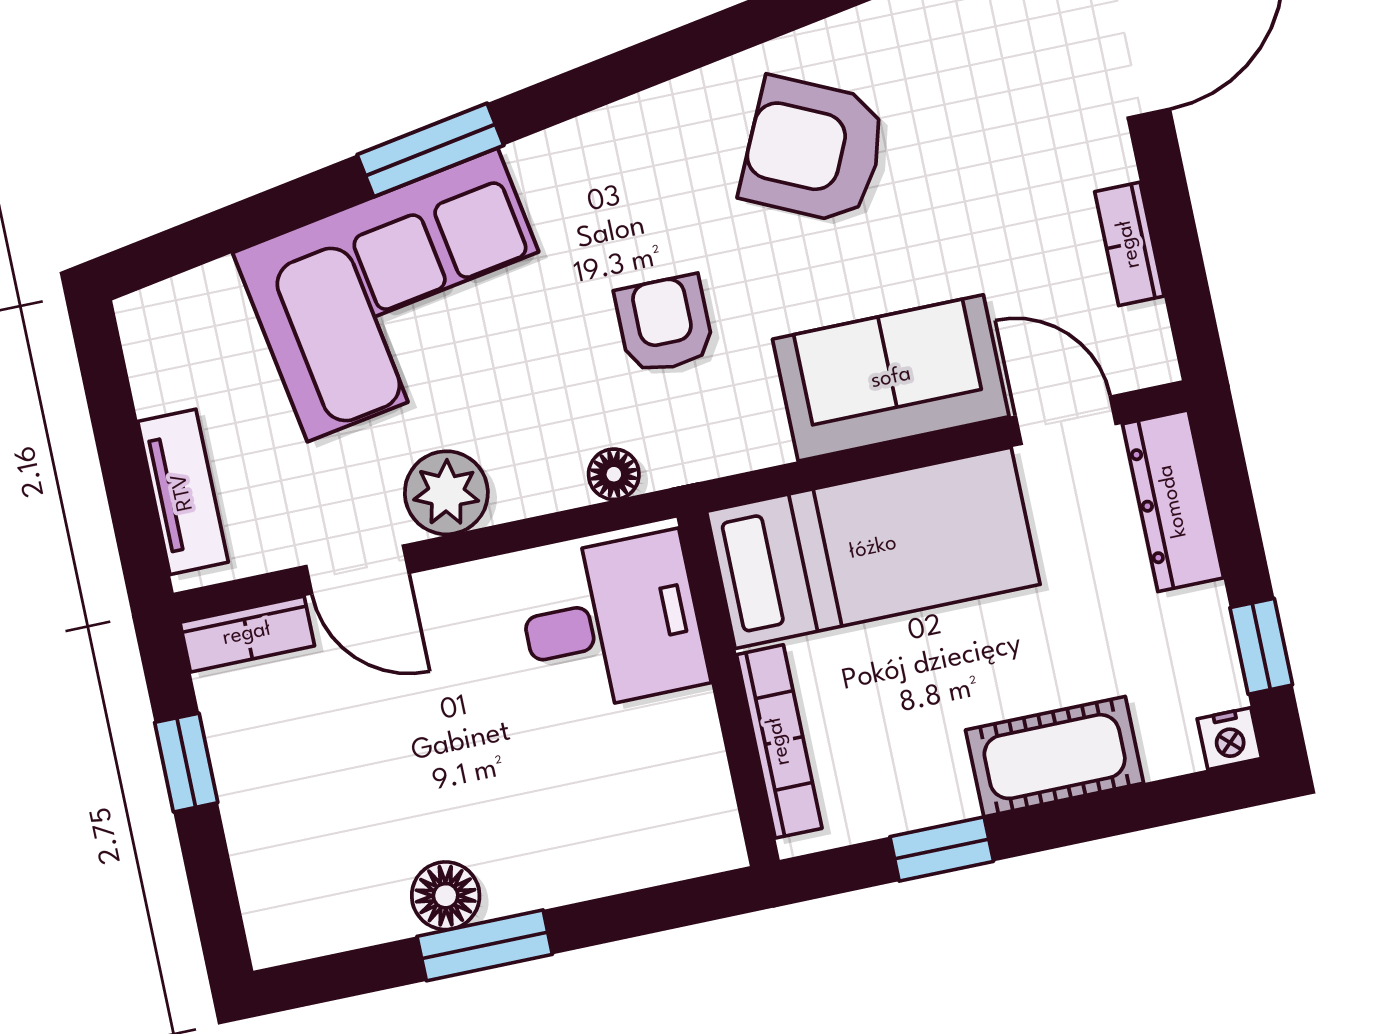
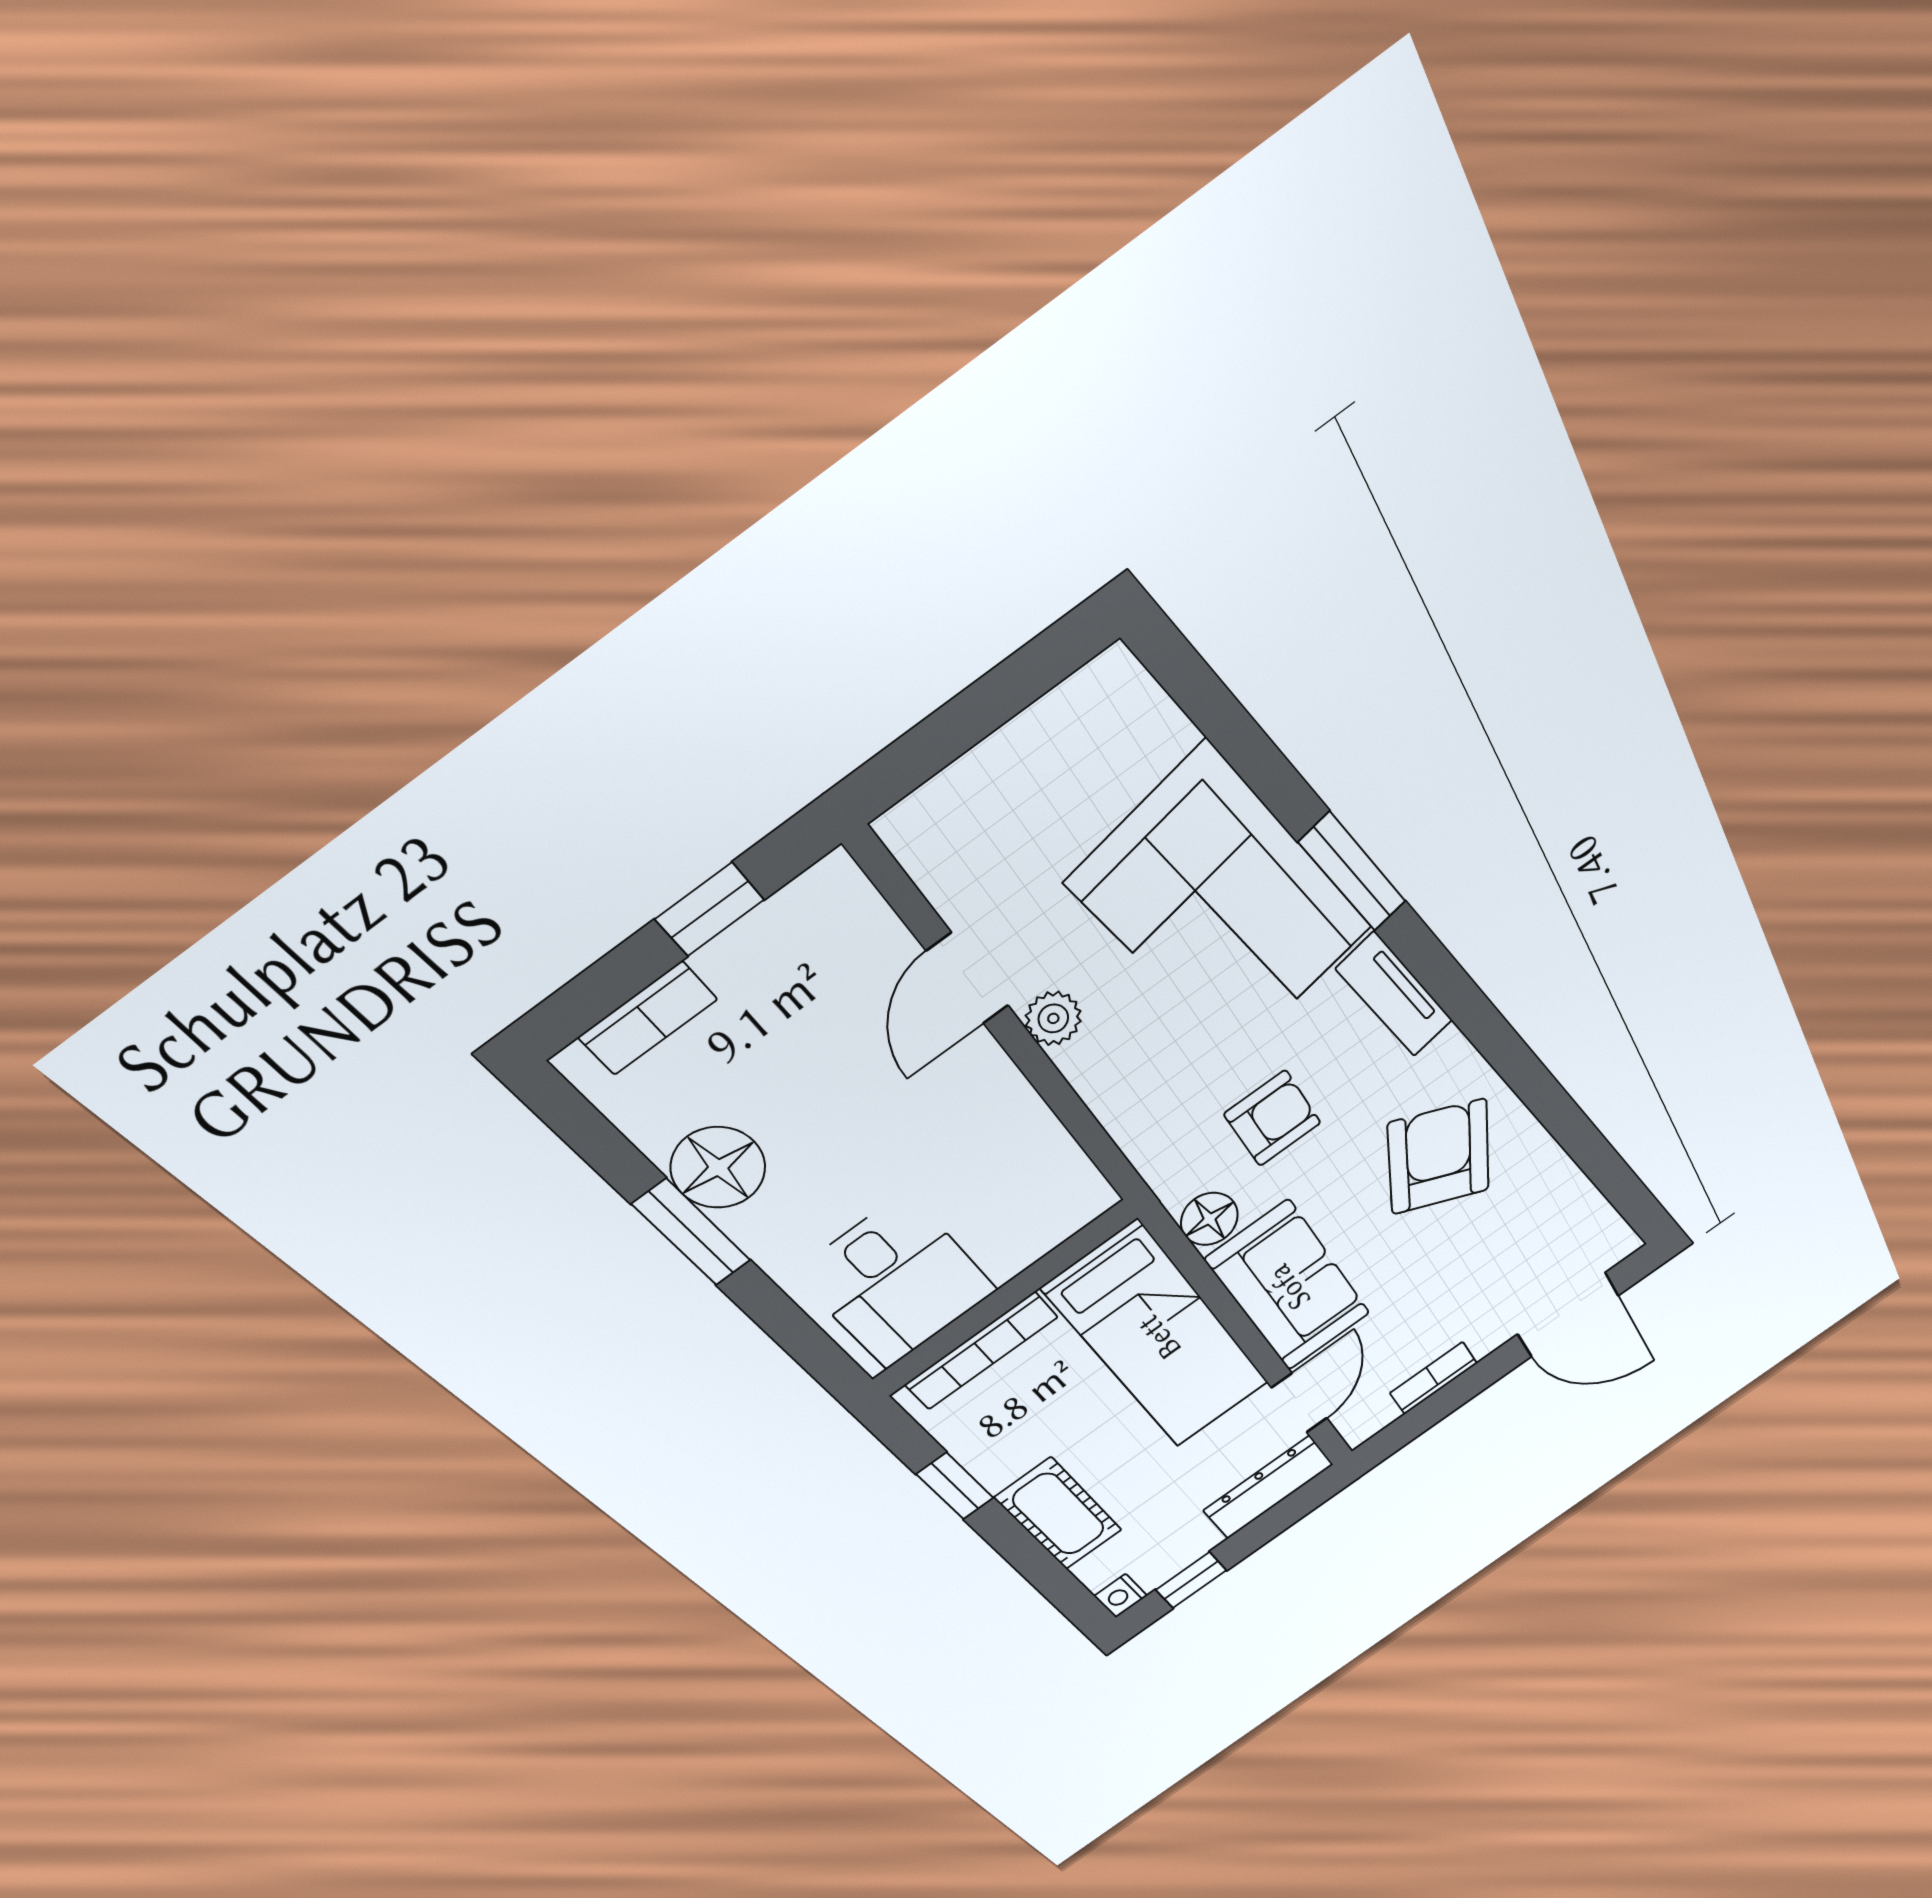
floor lamp: (614, 474) -> (1209, 1219), moved, width x1.37, depth x1.37
tv unit: (183, 492) -> (1395, 995), moved, turned 80
plant: (446, 493) -> (1053, 1018), width x0.73, depth x0.73
desk: (612, 623) -> (897, 1282), moved
bookcase: (247, 634) -> (648, 1018), moved, turned -90
floor lamp: (446, 896) -> (718, 1168), width x1.38, depth x1.38

